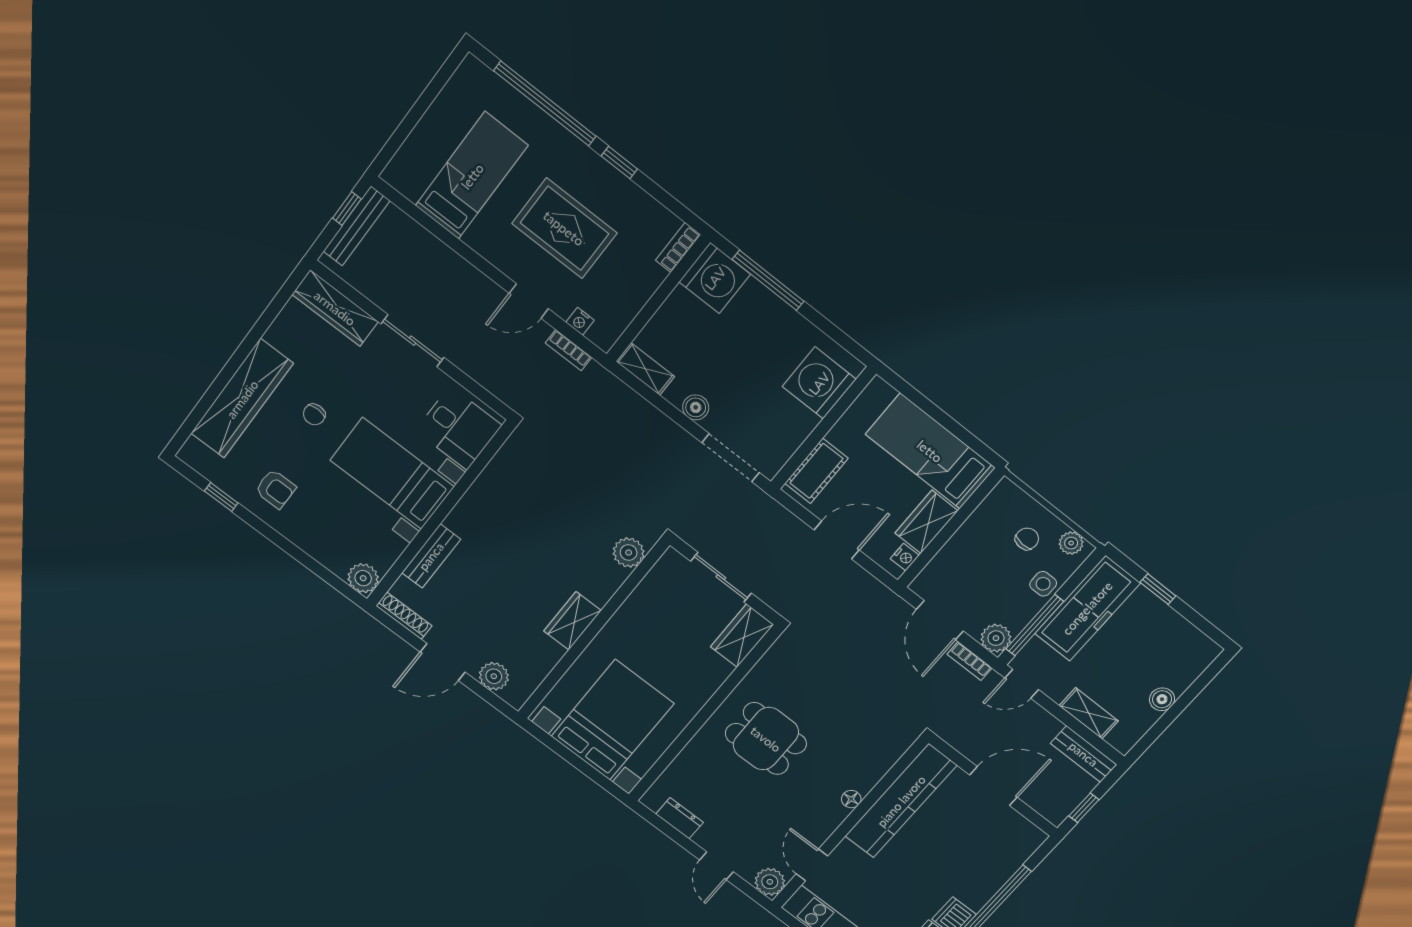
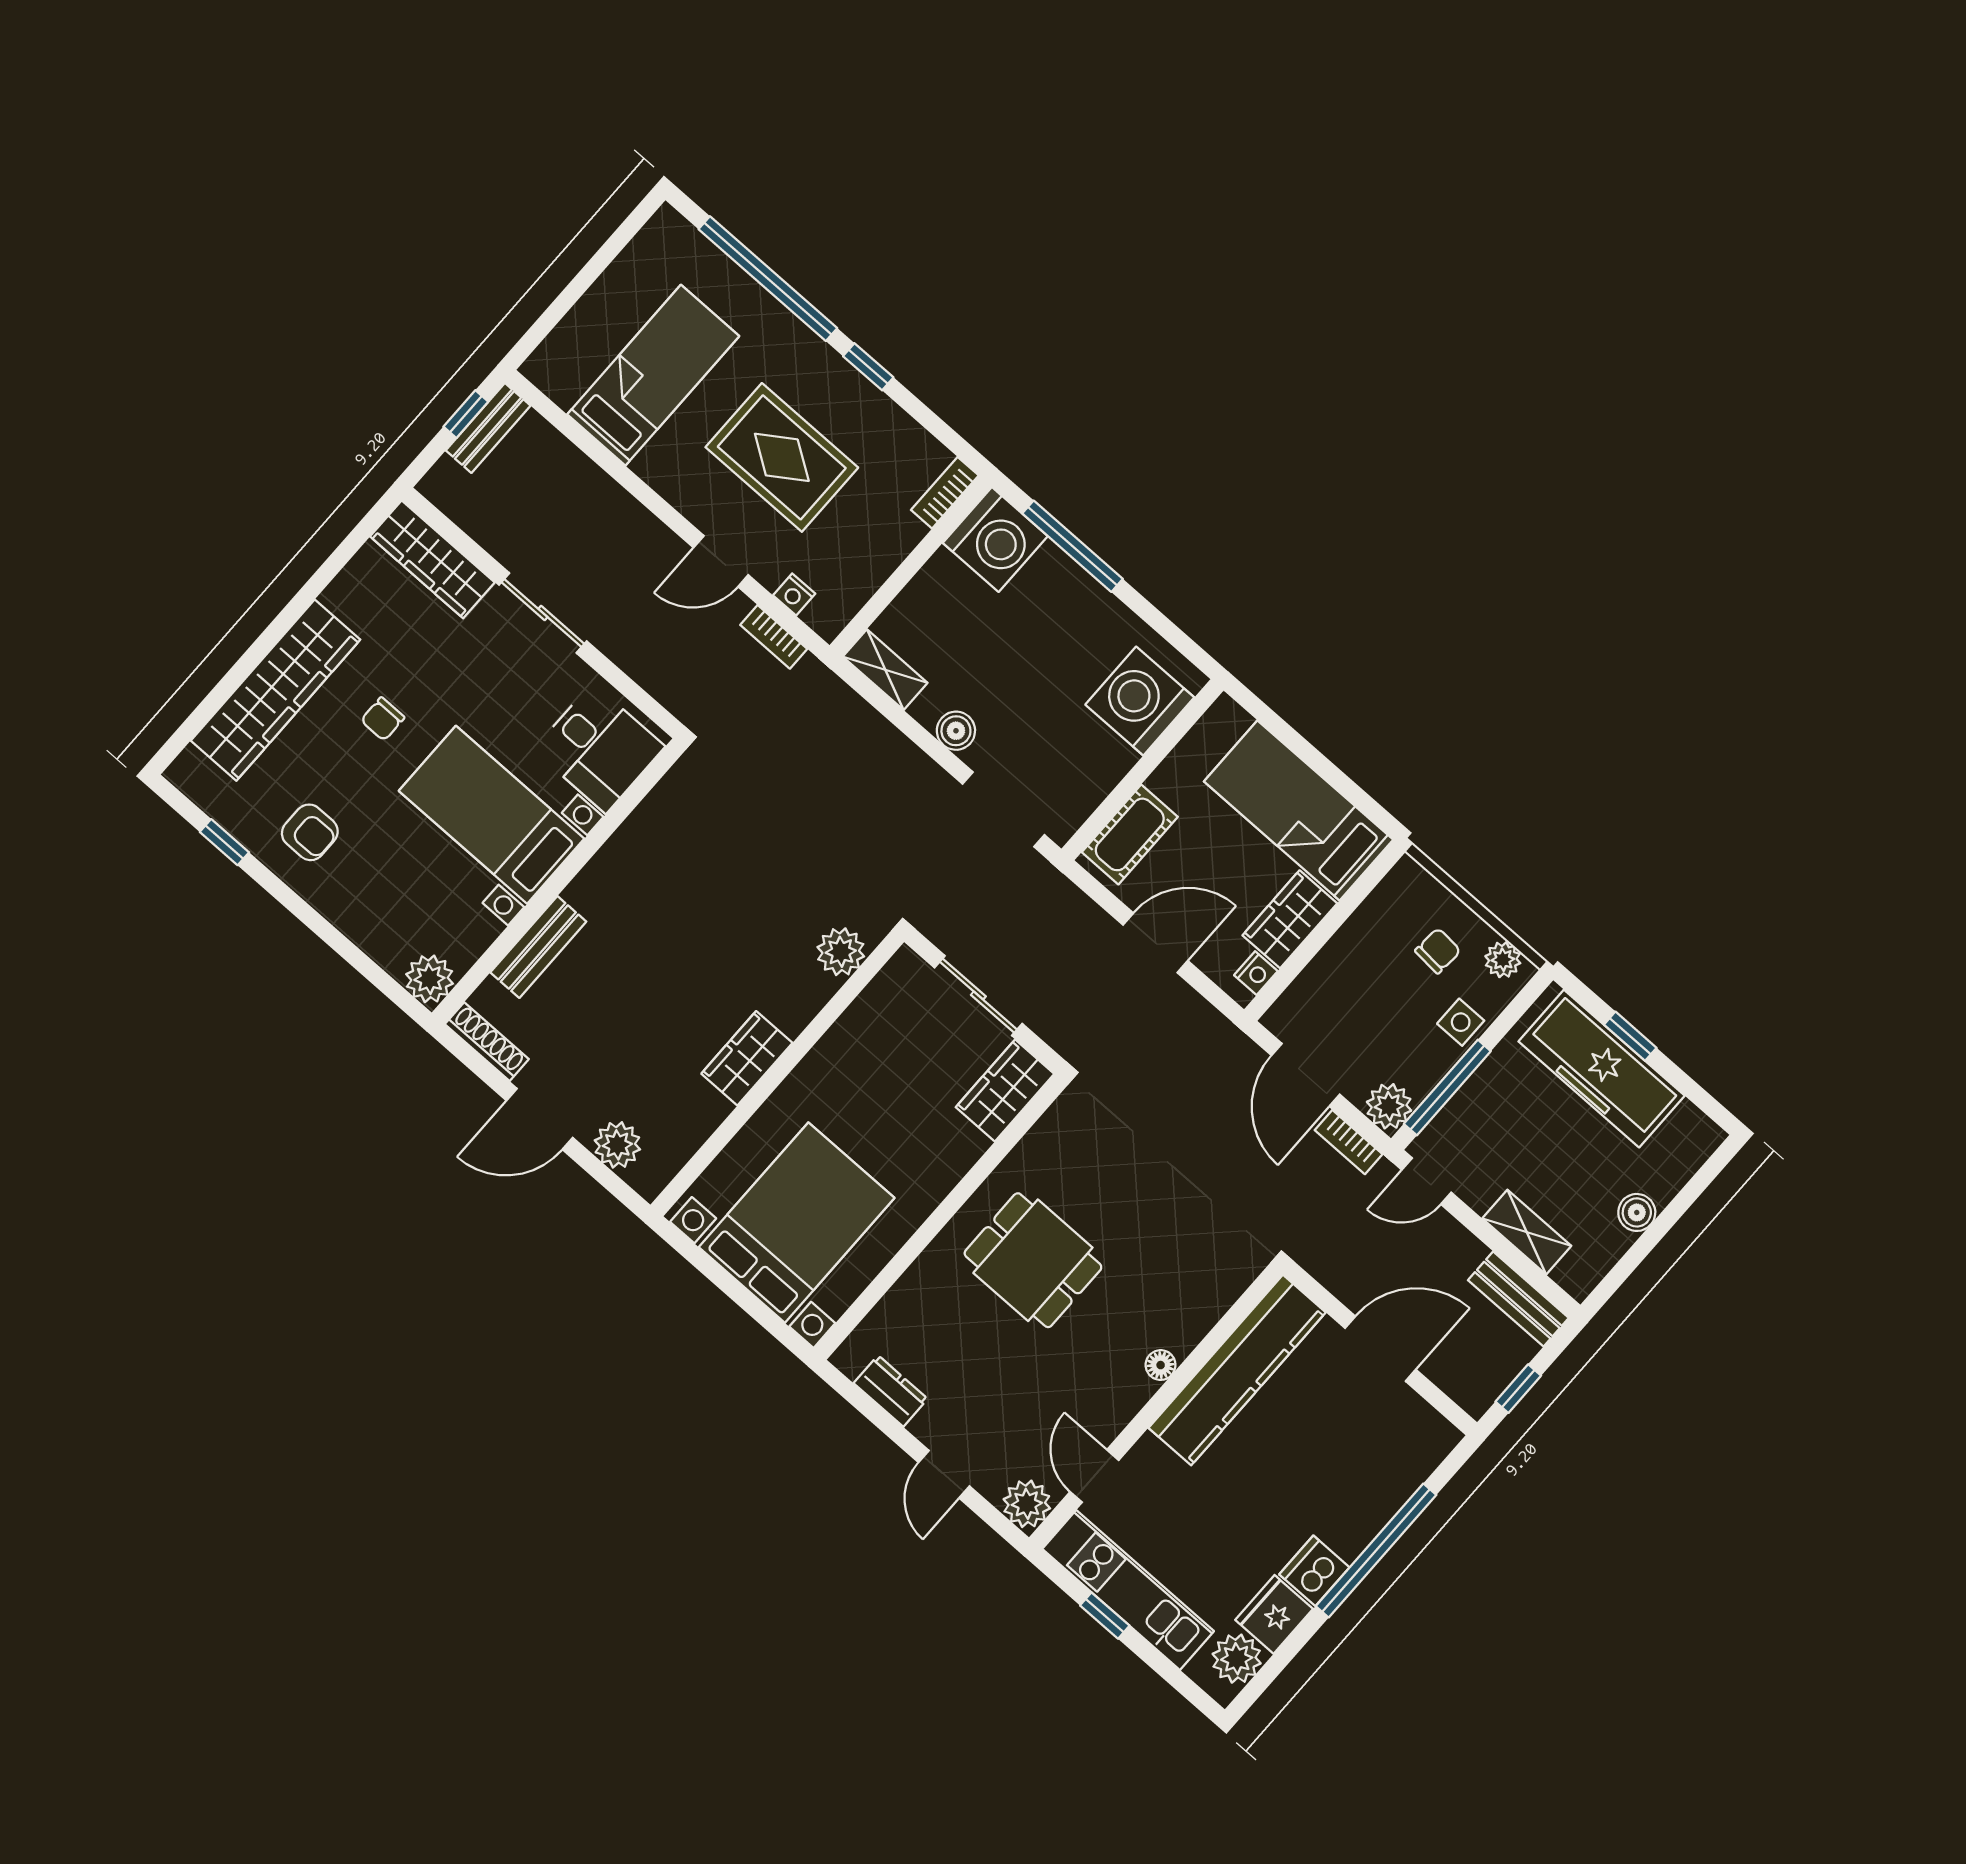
bench: (356, 226) -> (488, 428), width x0.73
freezer: (1087, 608) -> (1602, 1069), moved, turned 90

